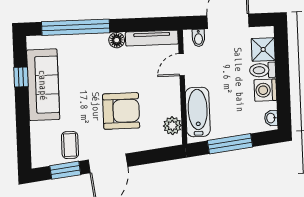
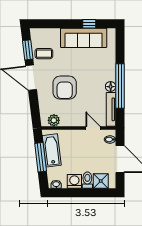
window: (76, 27) -> (120, 86), moved
bathtub: (198, 112) -> (52, 150), moved, turned -97

